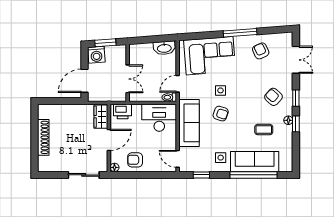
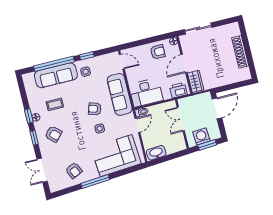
washing machine: (96, 55) -> (201, 137), moved
window: (201, 175) -> (87, 56), moved

